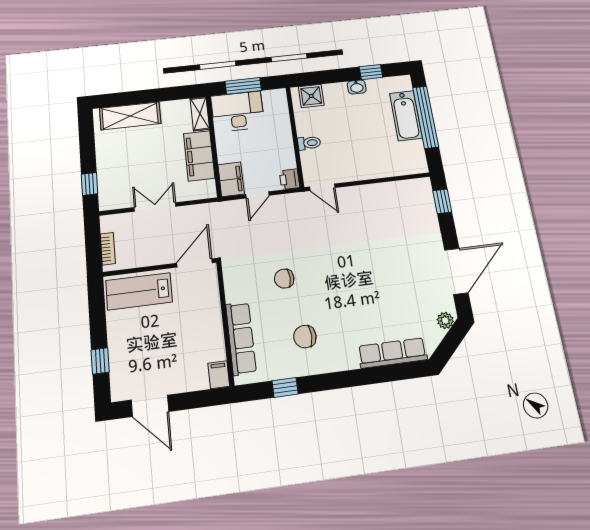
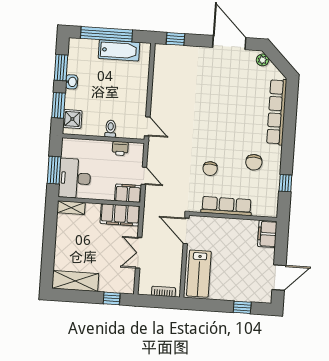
window: (371, 72) -> (61, 68), width x1.50
window: (324, 77) -> (58, 105), added
shelving: (130, 116) -> (75, 281), moved, turned 90
bathtub: (406, 116) -> (119, 50), moved
filing cabinet: (199, 156) -> (120, 215), moved
printer: (290, 179) -> (120, 148), moved
door: (322, 187) -> (147, 126), hinge flipped
row of seats: (241, 338) -> (226, 206), moved
row of seats: (393, 353) -> (277, 112), width x1.36
filing cabinet: (219, 375) -> (267, 234), width x2.00

